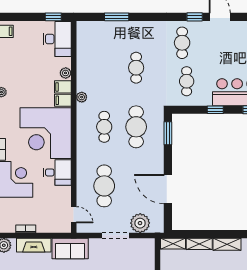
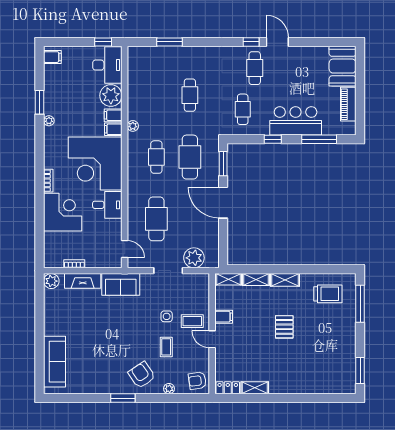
cafe table: (182, 43) -> (255, 68), moved
plant: (66, 73) -> (111, 96), width x1.87, depth x1.87
door: (168, 189) -> (223, 203), moved

